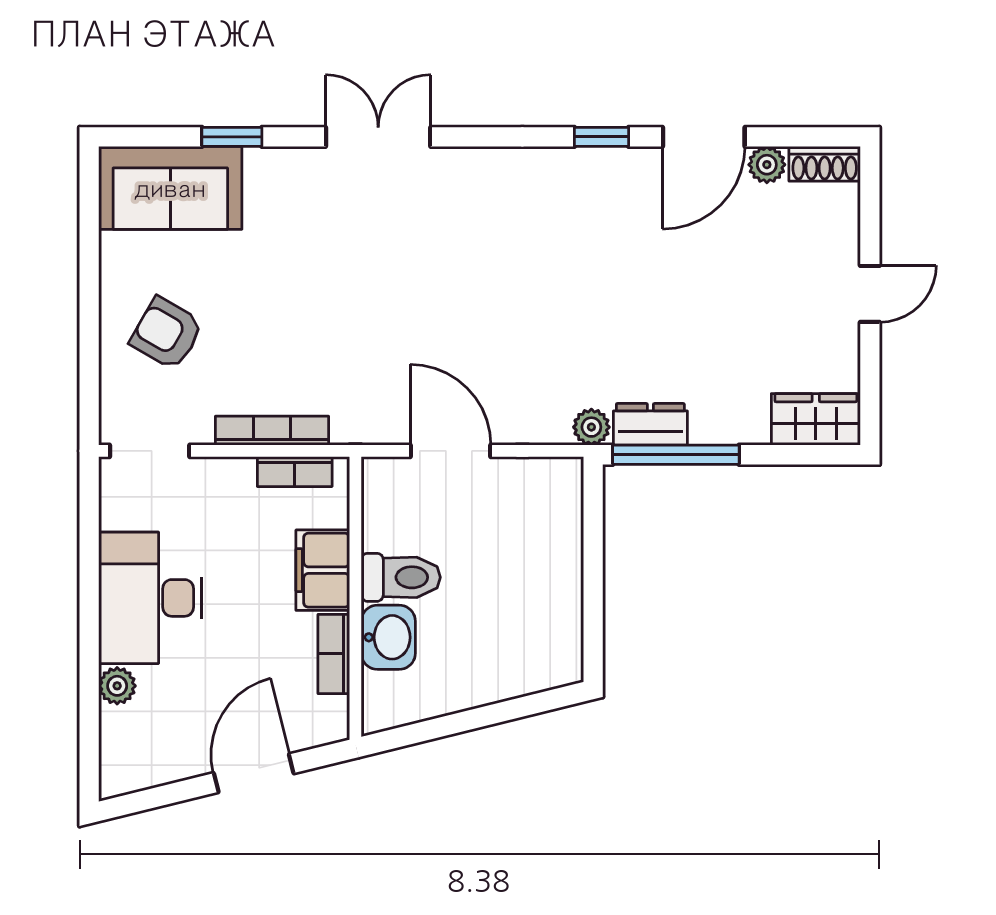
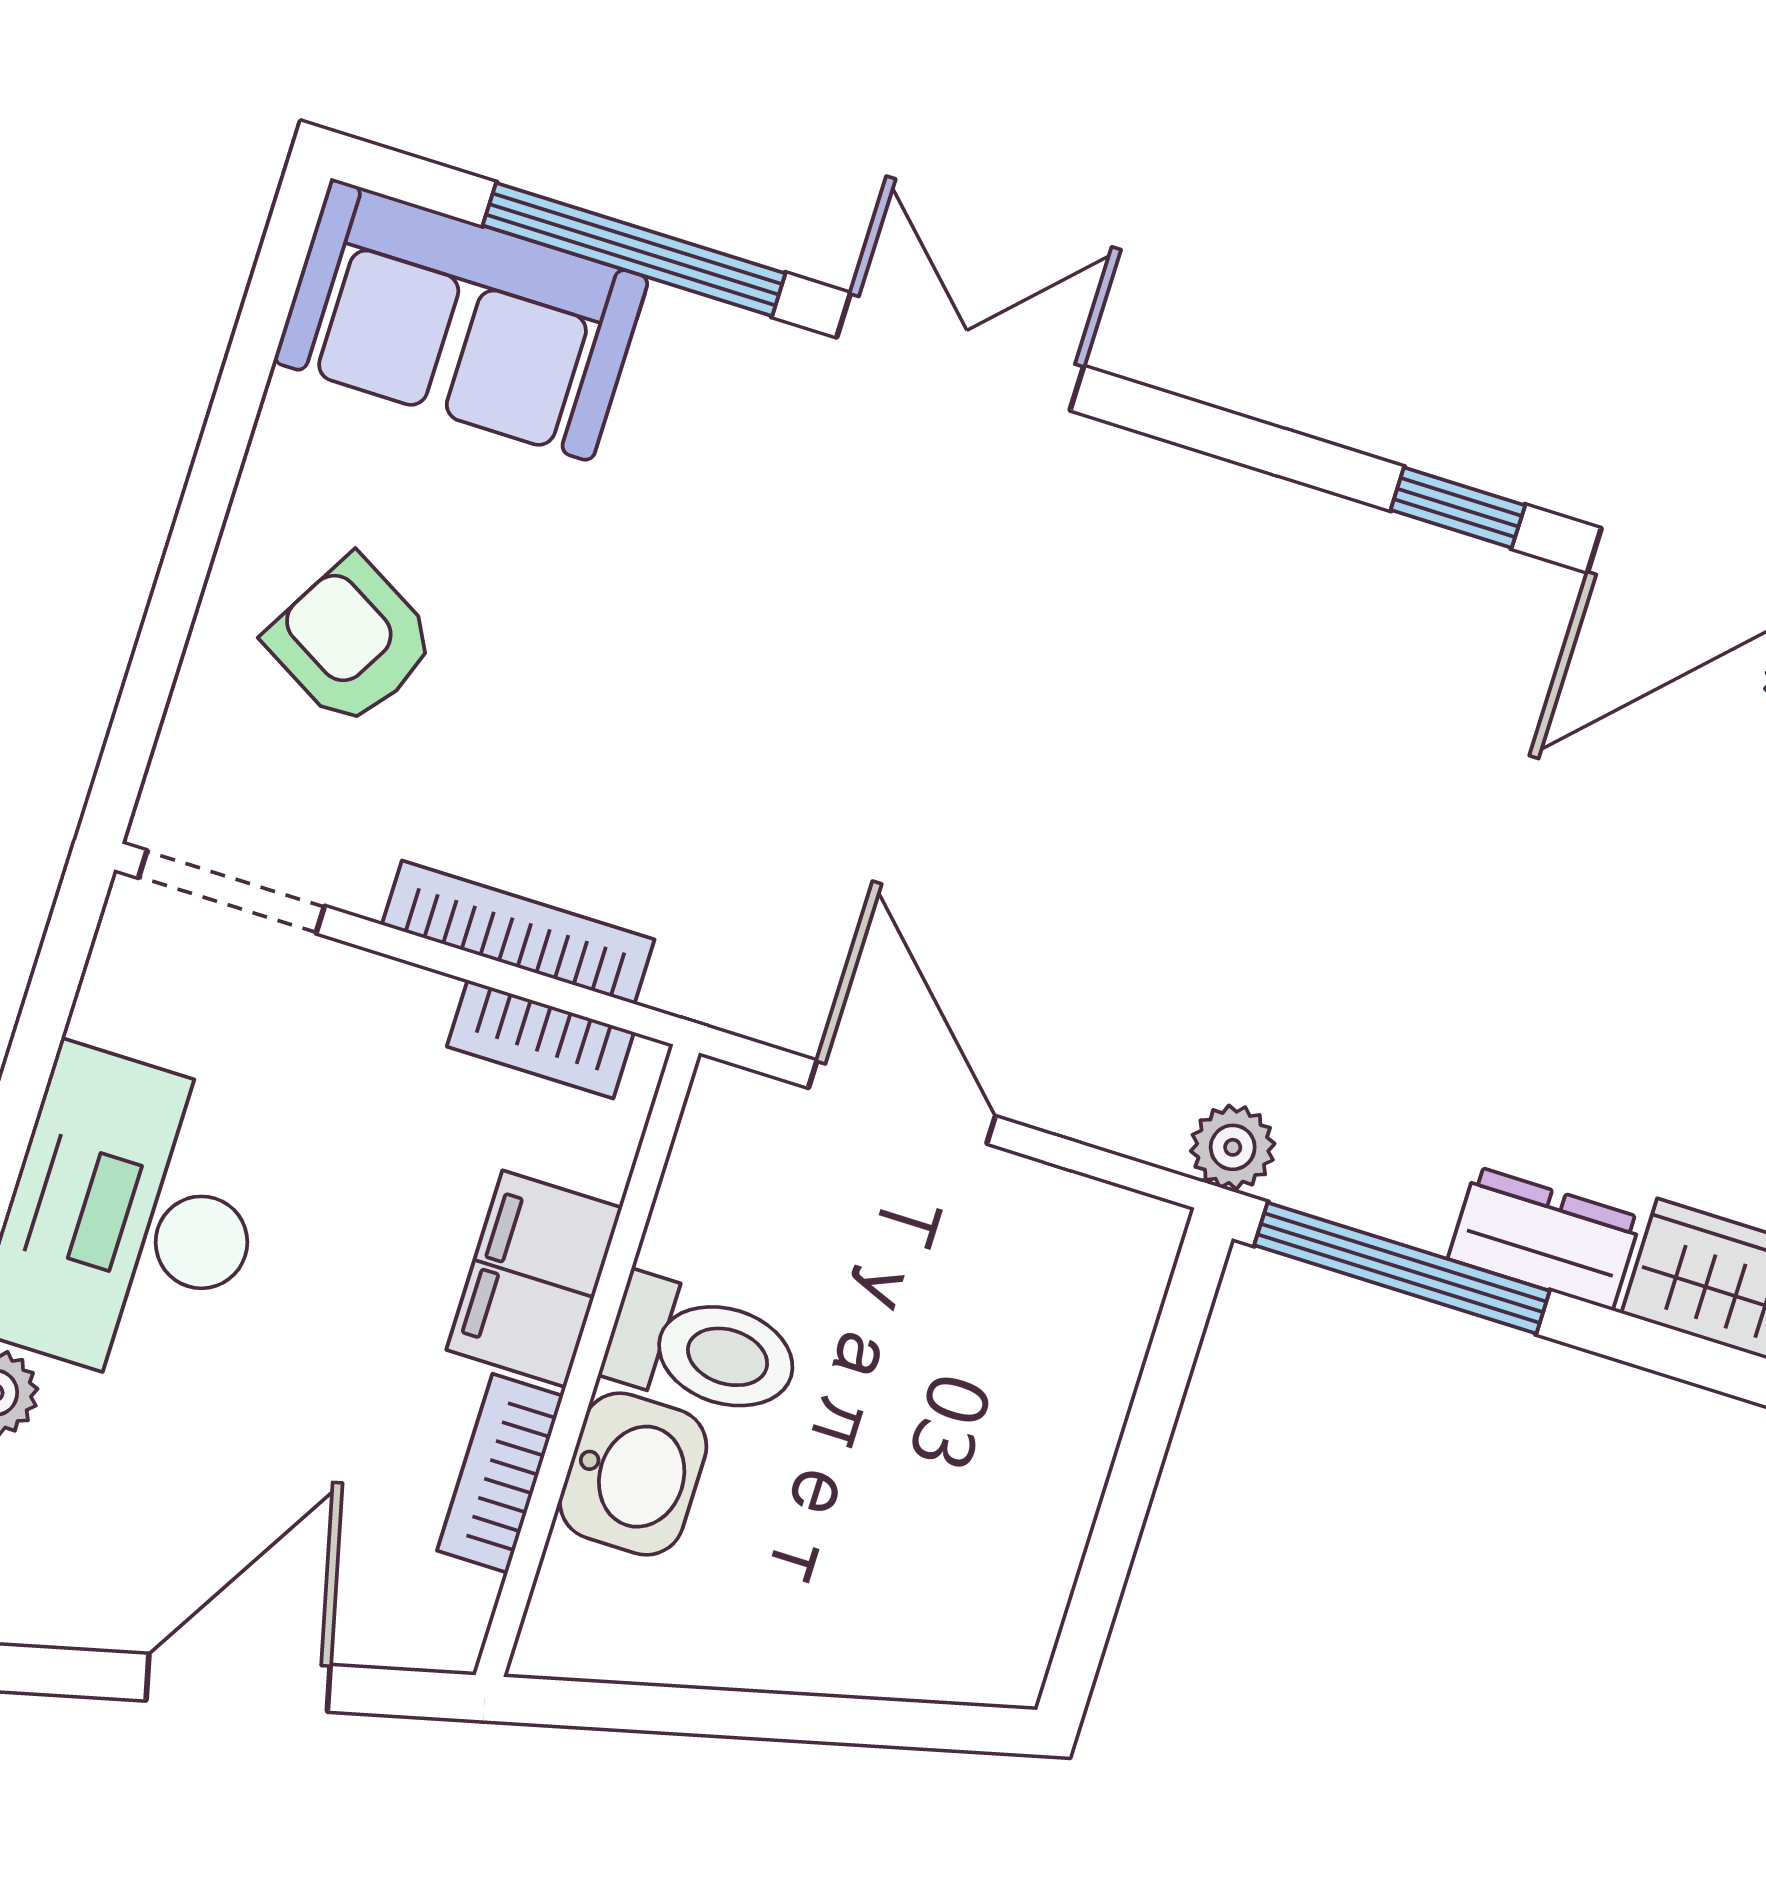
window: (232, 137) -> (634, 249), width x2.17
dresser: (650, 424) -> (1544, 1238), moved

